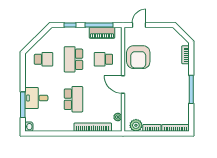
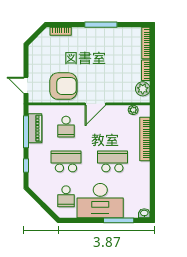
school desk: (44, 59) -> (66, 196), turned 180
school desk: (73, 59) -> (66, 161), turned 180
desk: (36, 98) -> (100, 201), width x1.87, depth x1.30

